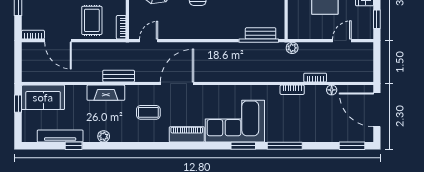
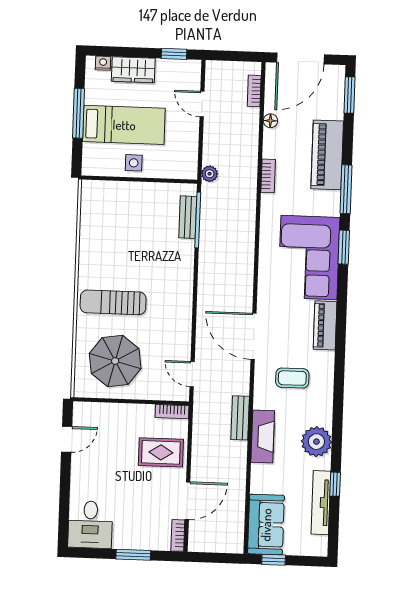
bookcase: (315, 78) -> (254, 91), moved
coffee table: (148, 112) -> (292, 378), turned 90
piano: (309, 131) -> (327, 155), added
plant: (104, 136) -> (316, 442), width x1.87, depth x1.87

